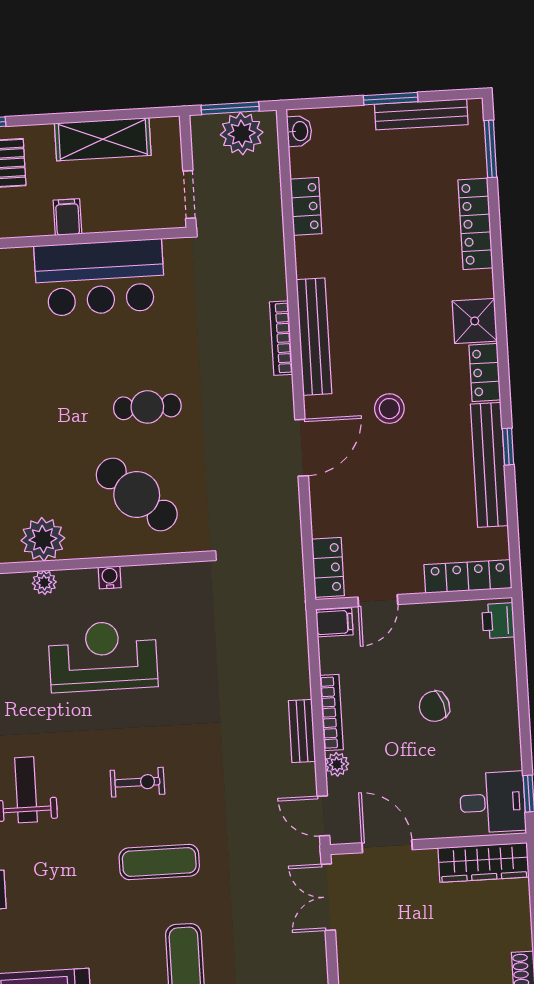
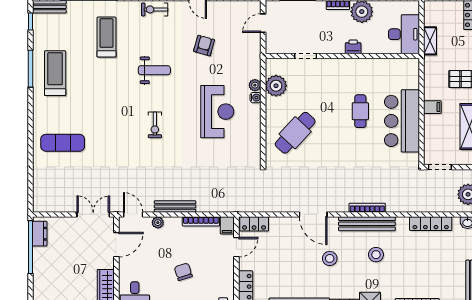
locker: (306, 206) -> (431, 224), width x1.53
stool: (376, 314) -> (376, 255), added
cafe table: (147, 407) -> (360, 111), moved
water cooler: (110, 577) -> (255, 98), moved
door: (378, 601) -> (236, 247), swing flipped
bookcase: (332, 712) -> (201, 221), moved
bench: (302, 731) -> (175, 206), width x1.36
door: (323, 816) -> (133, 214), hinge flipped
exercise mat: (159, 862) -> (115, 133), removed

